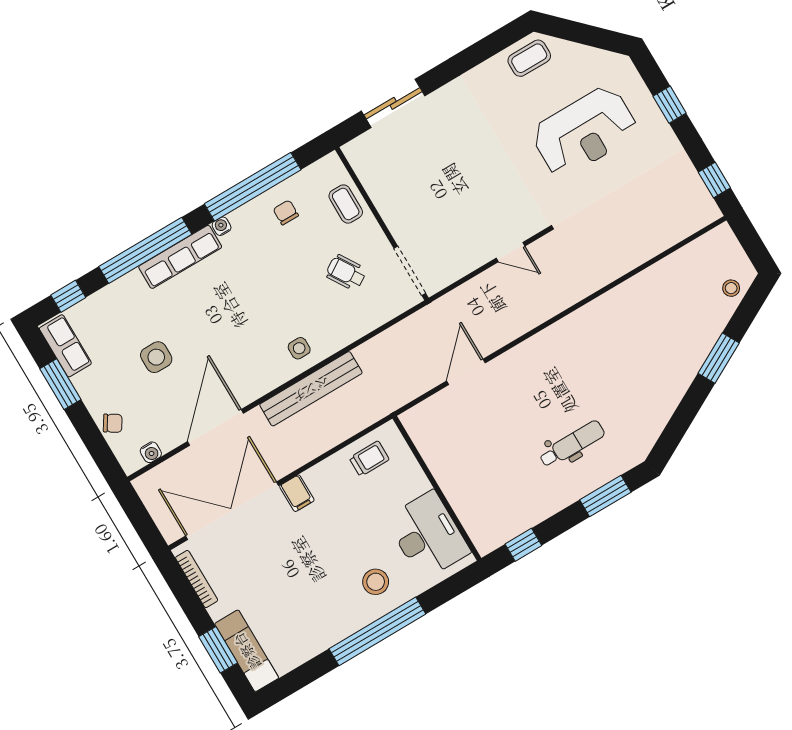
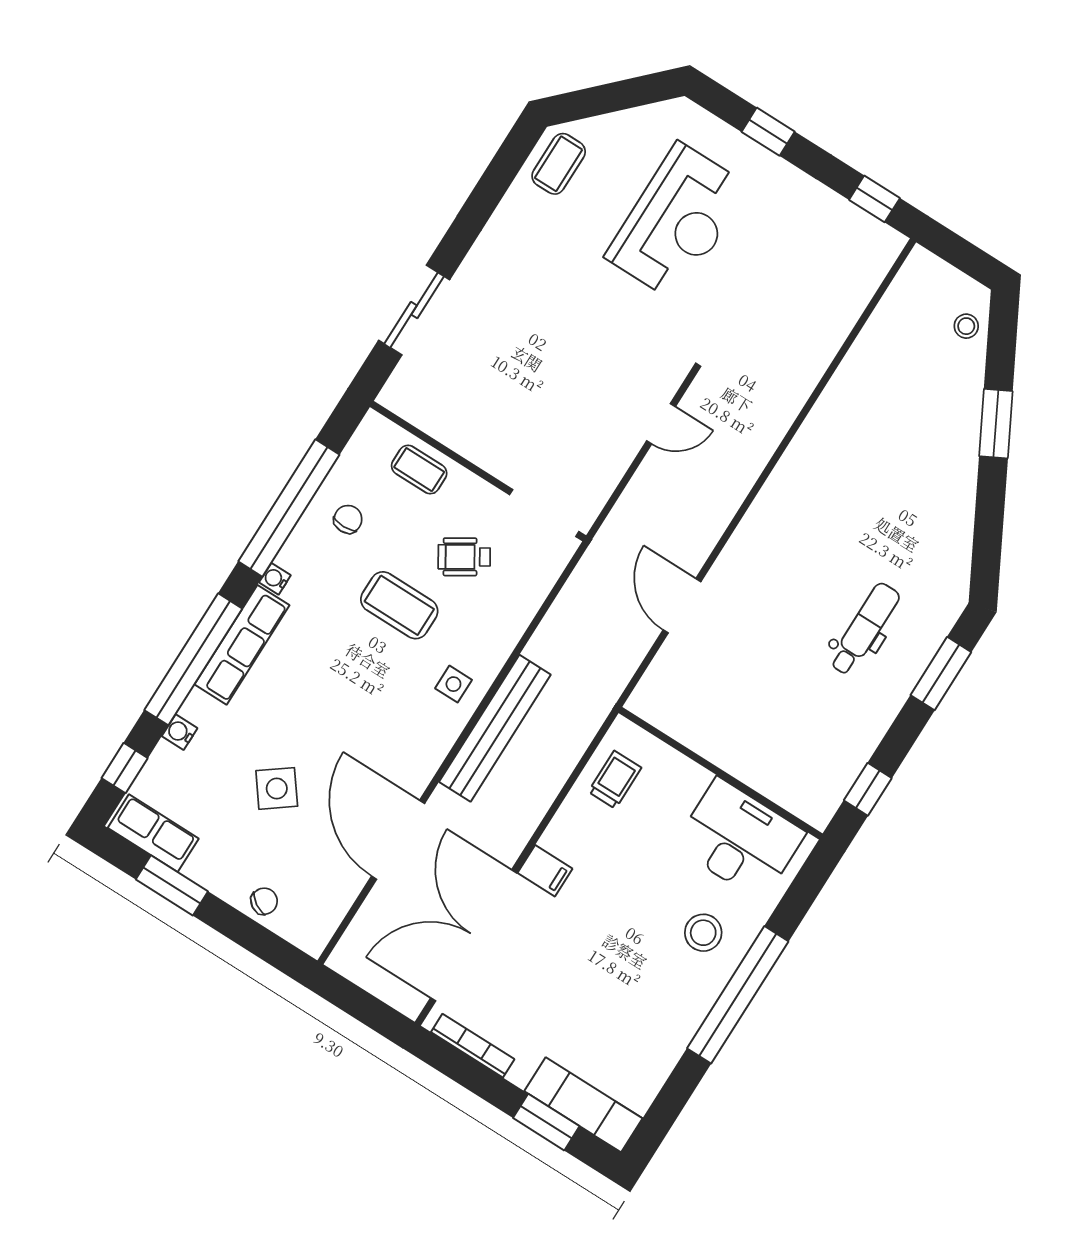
chair: (286, 212) -> (348, 519), turned 90
coffee table: (290, 282) -> (399, 605), added
side table: (156, 357) -> (277, 788), turned -37
water cooler: (151, 452) -> (180, 732), moved, turned 180

